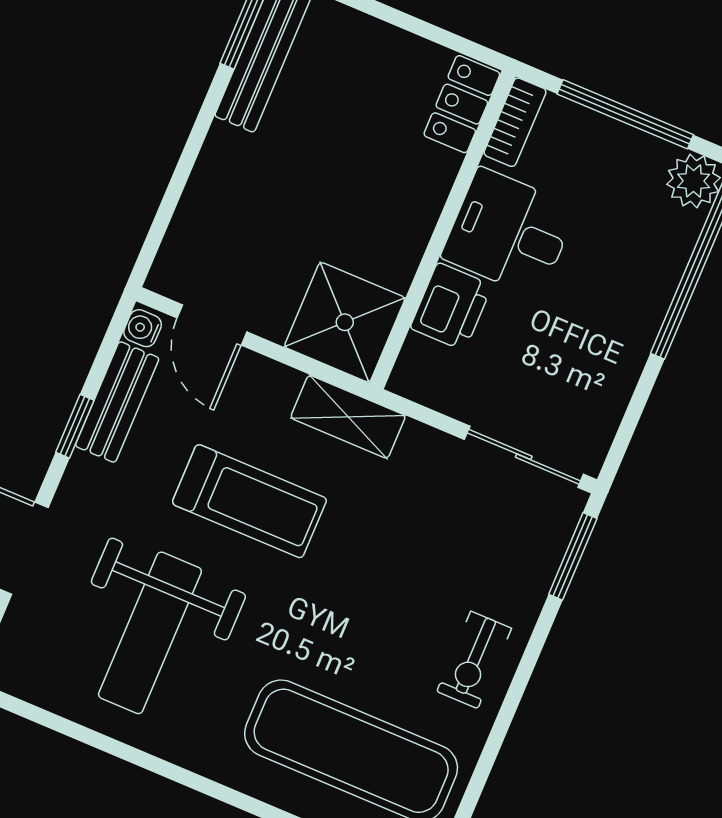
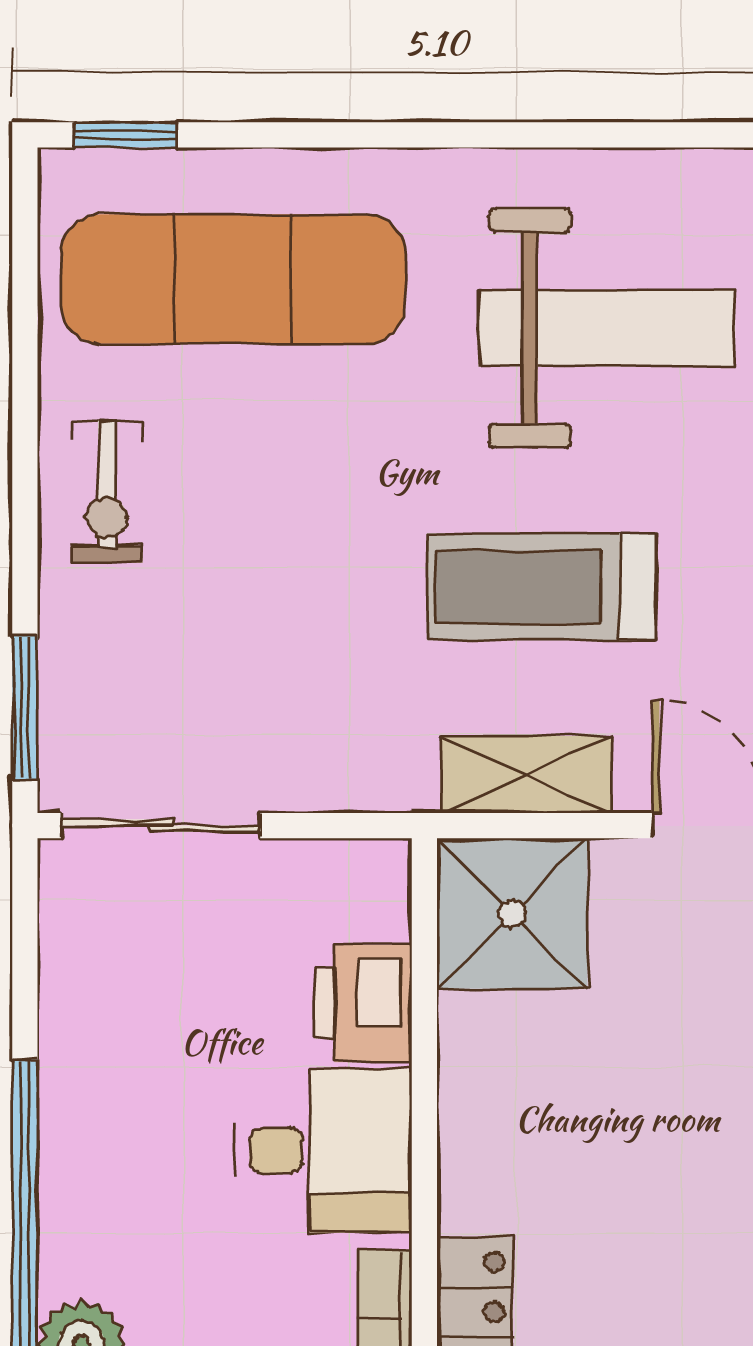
shelving: (348, 417) -> (526, 775), moved
weight bench: (150, 633) -> (607, 328), turned 90
exercise bike: (474, 660) -> (107, 492), turned 180

